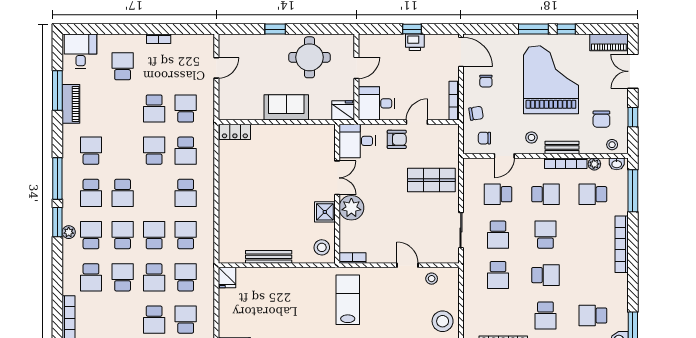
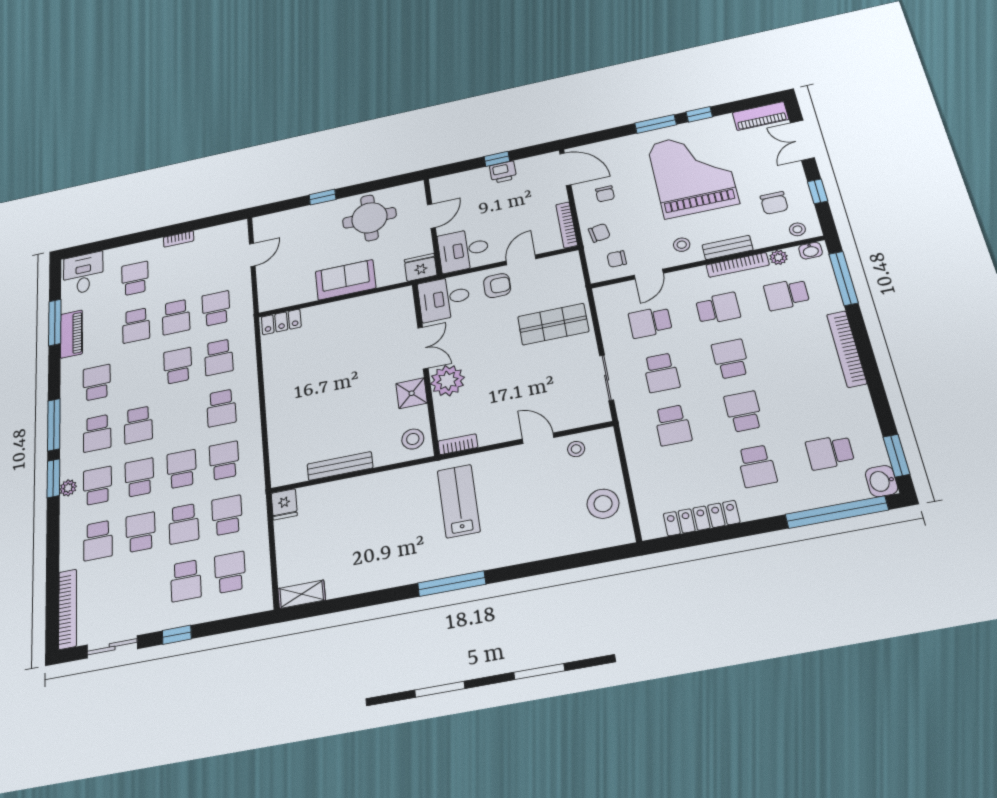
school desk: (123, 108) -> (136, 325), added
school desk: (545, 275) -> (743, 411), turned -90

